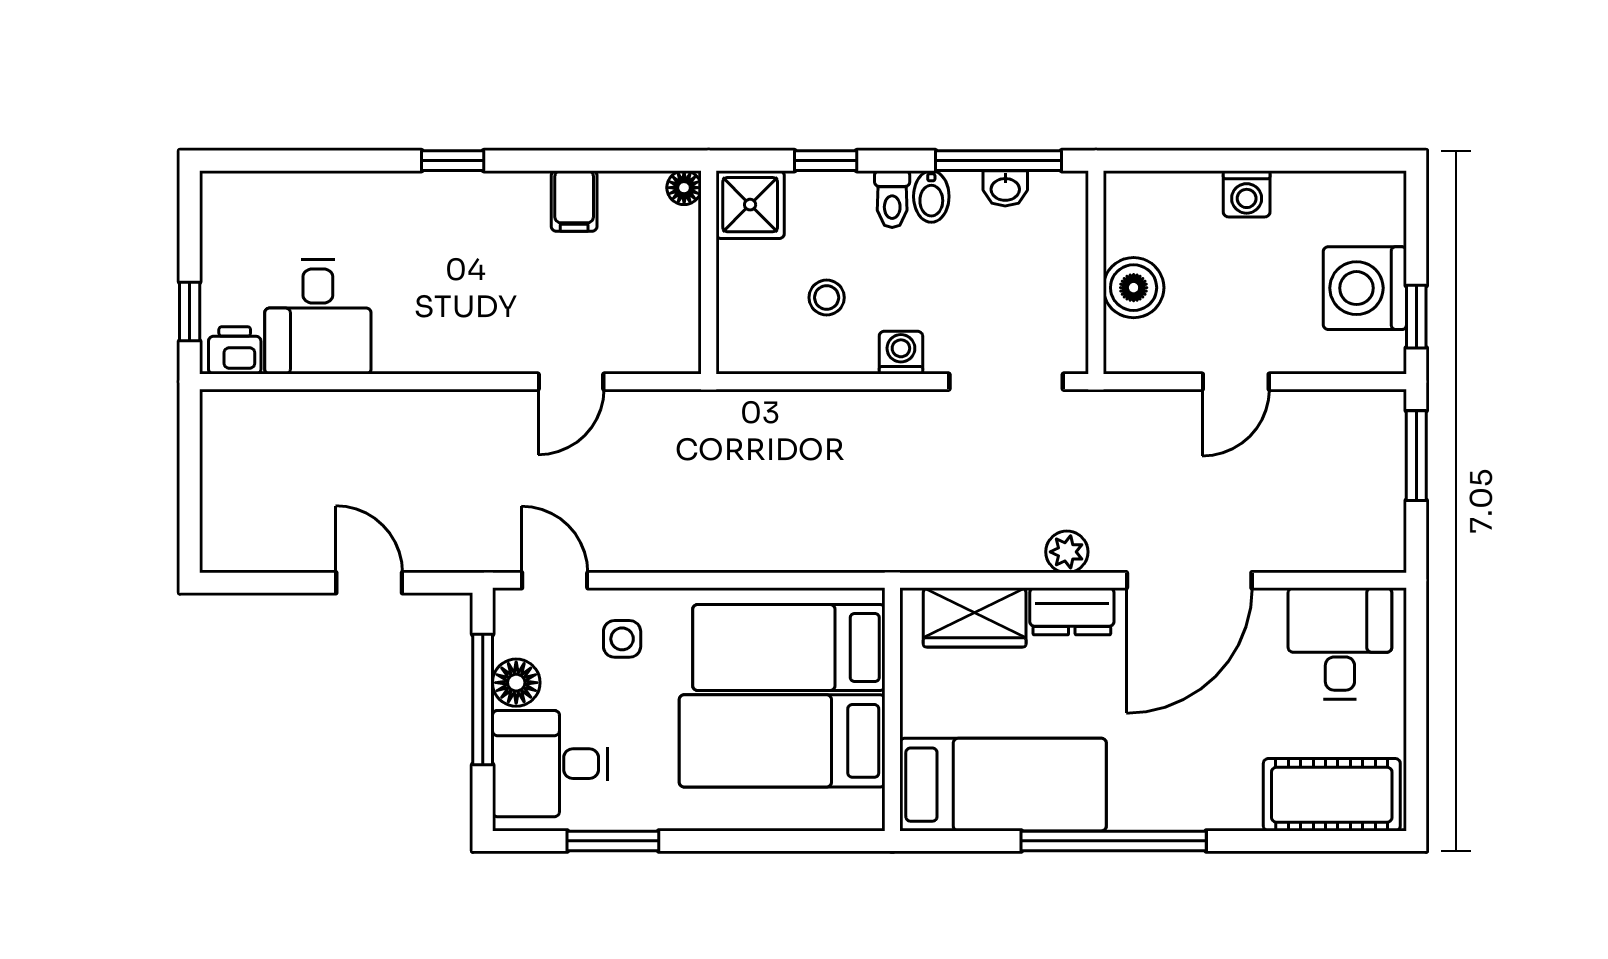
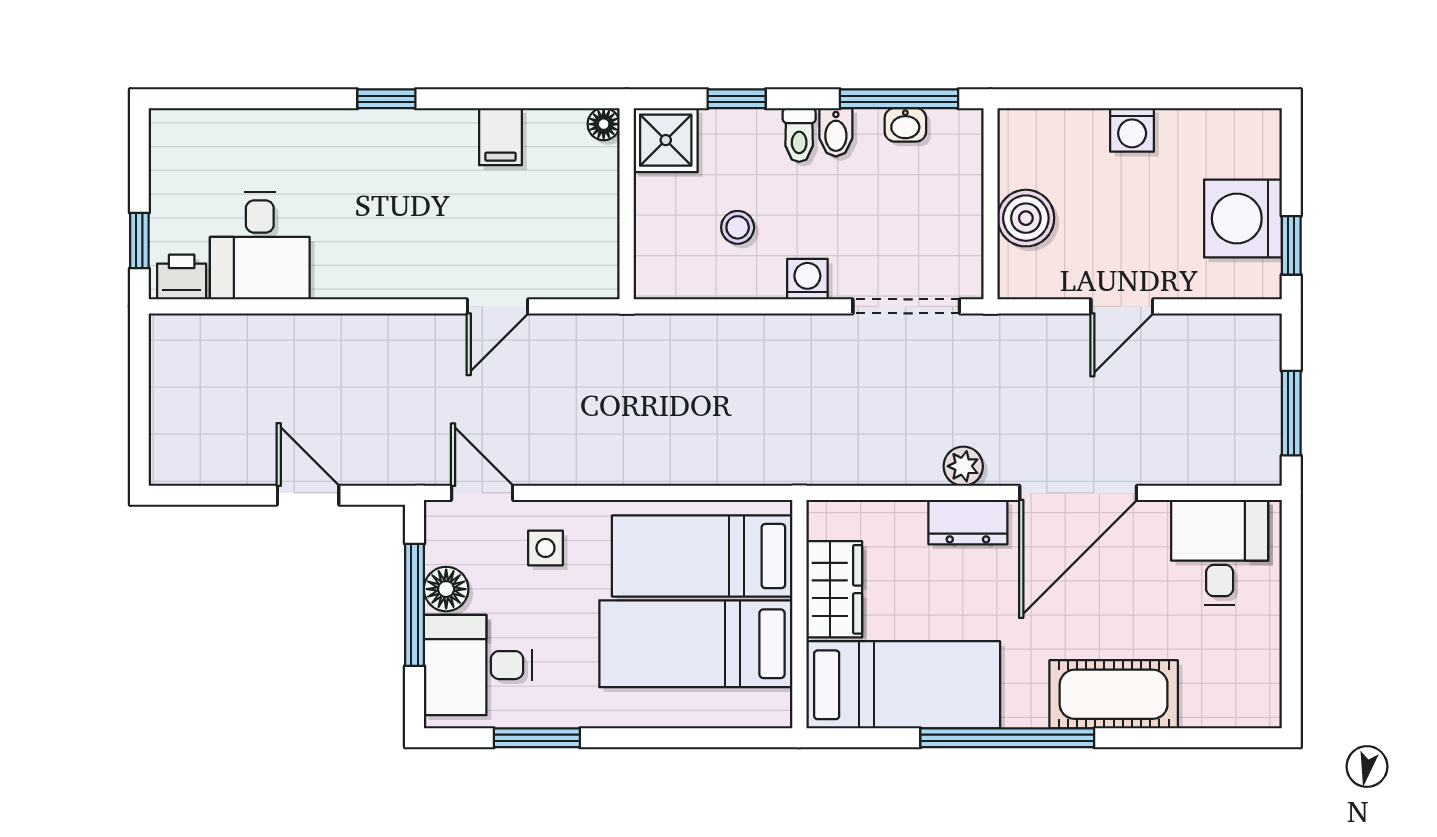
window: (1416, 456) -> (1291, 413), moved
wardrobe: (975, 617) -> (834, 589), moved, turned -90
cot: (1332, 795) -> (1114, 694), moved

